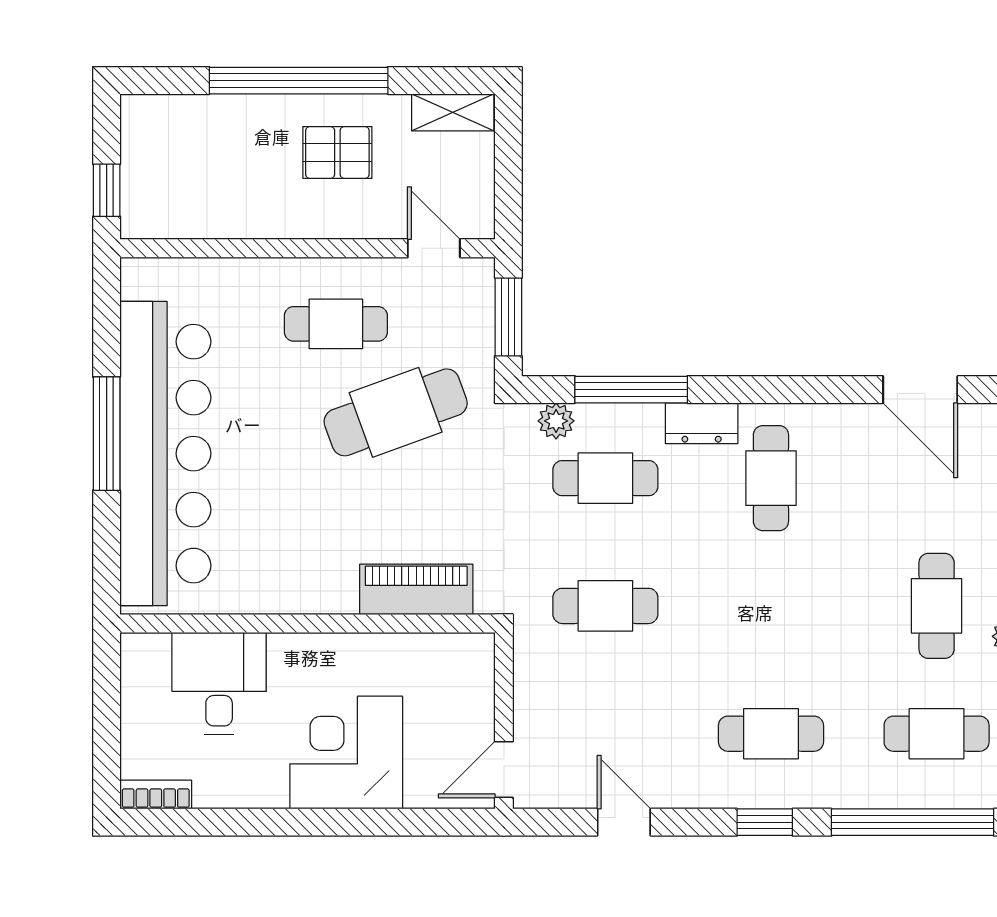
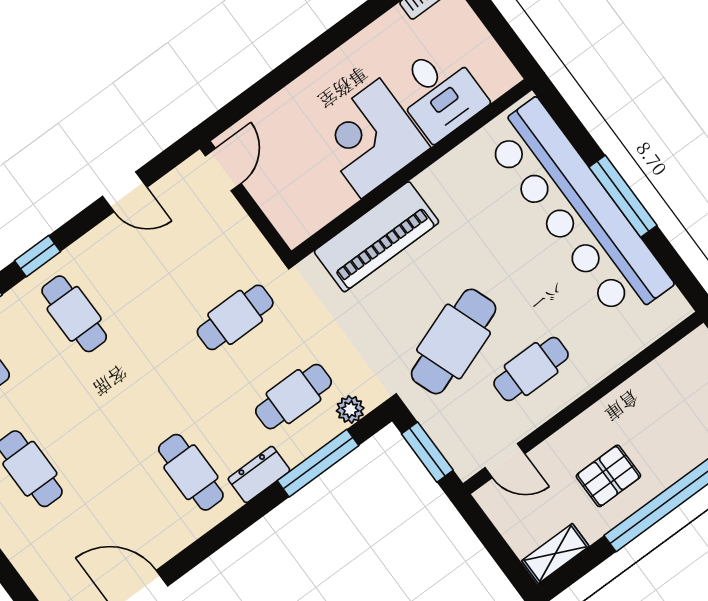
piano: (416, 589) -> (377, 237), width x1.37, depth x1.33
cafe table: (771, 734) -> (74, 314), turned 90
corner desk: (346, 753) -> (370, 138), moved, turned 180

